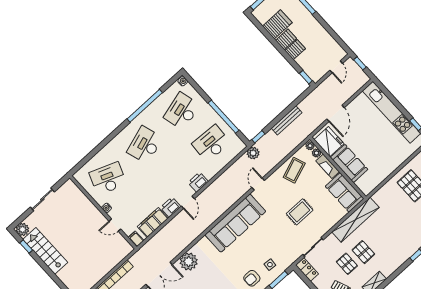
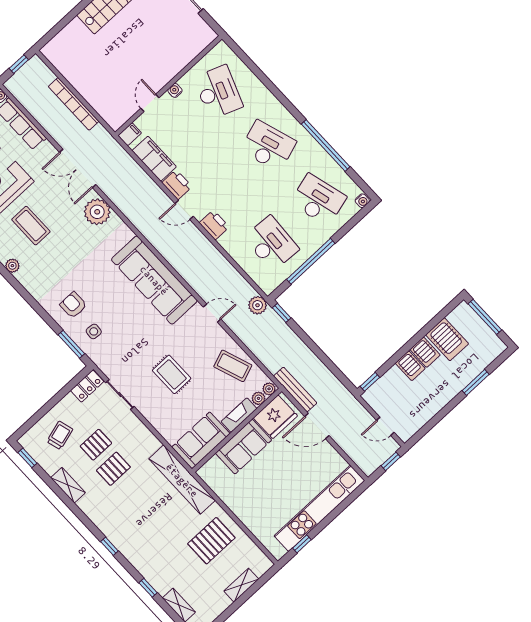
bench: (287, 120) -> (295, 390), moved
shelving: (356, 220) -> (182, 480), moved

